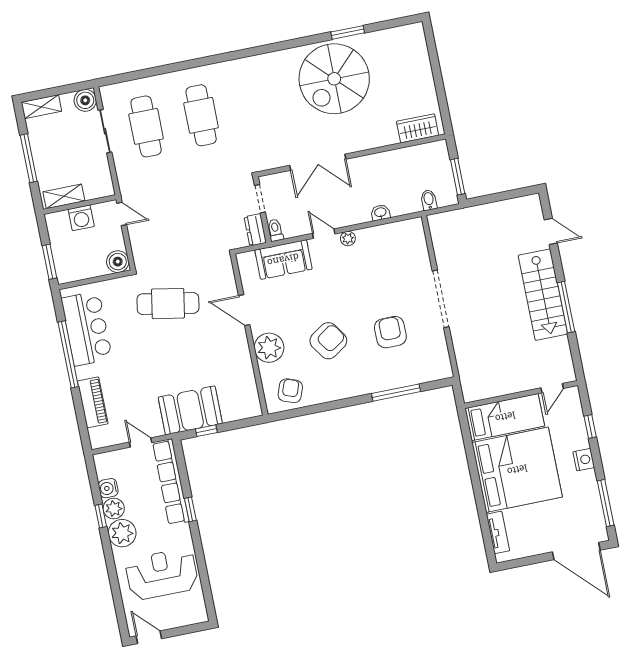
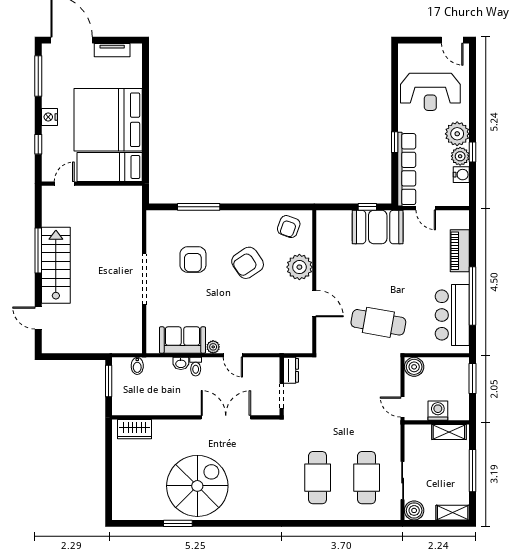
toilet: (275, 230) -> (196, 367), moved
sofa: (283, 260) -> (182, 340), moved
tv unit: (498, 532) -> (112, 50), moved, turned -90

